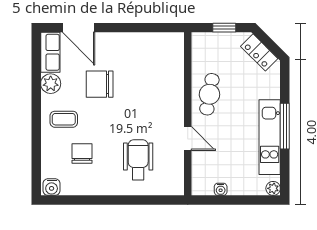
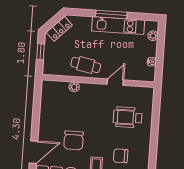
plant: (177, 80) -> (74, 87), added
plant: (273, 188) -> (153, 36), moved

